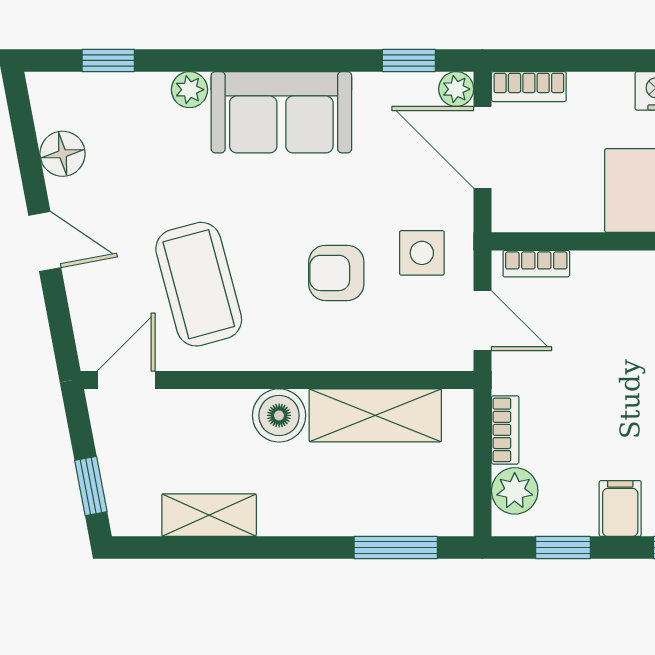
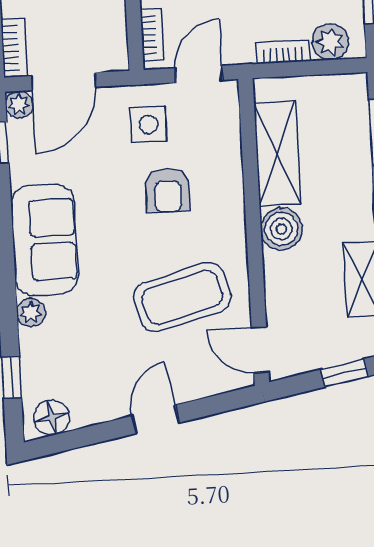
floor lamp: (63, 154) -> (52, 417), moved

